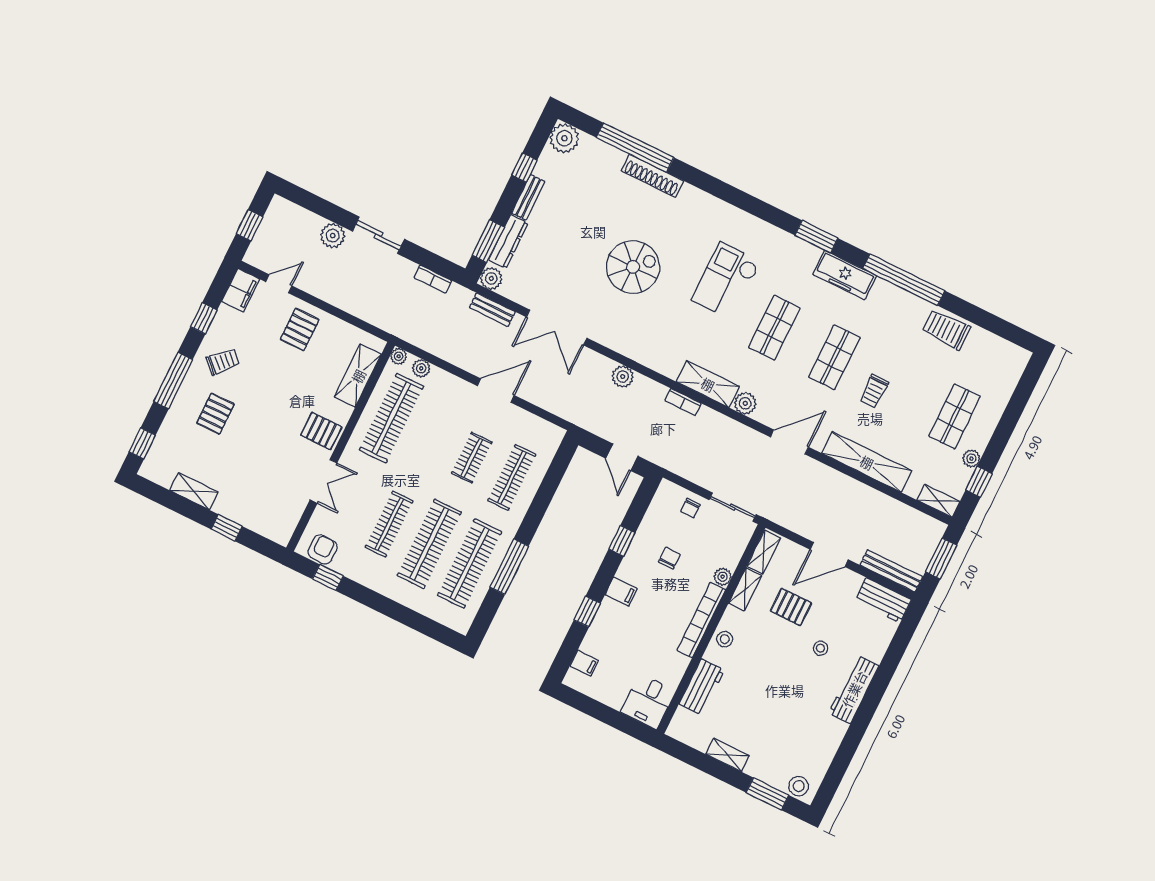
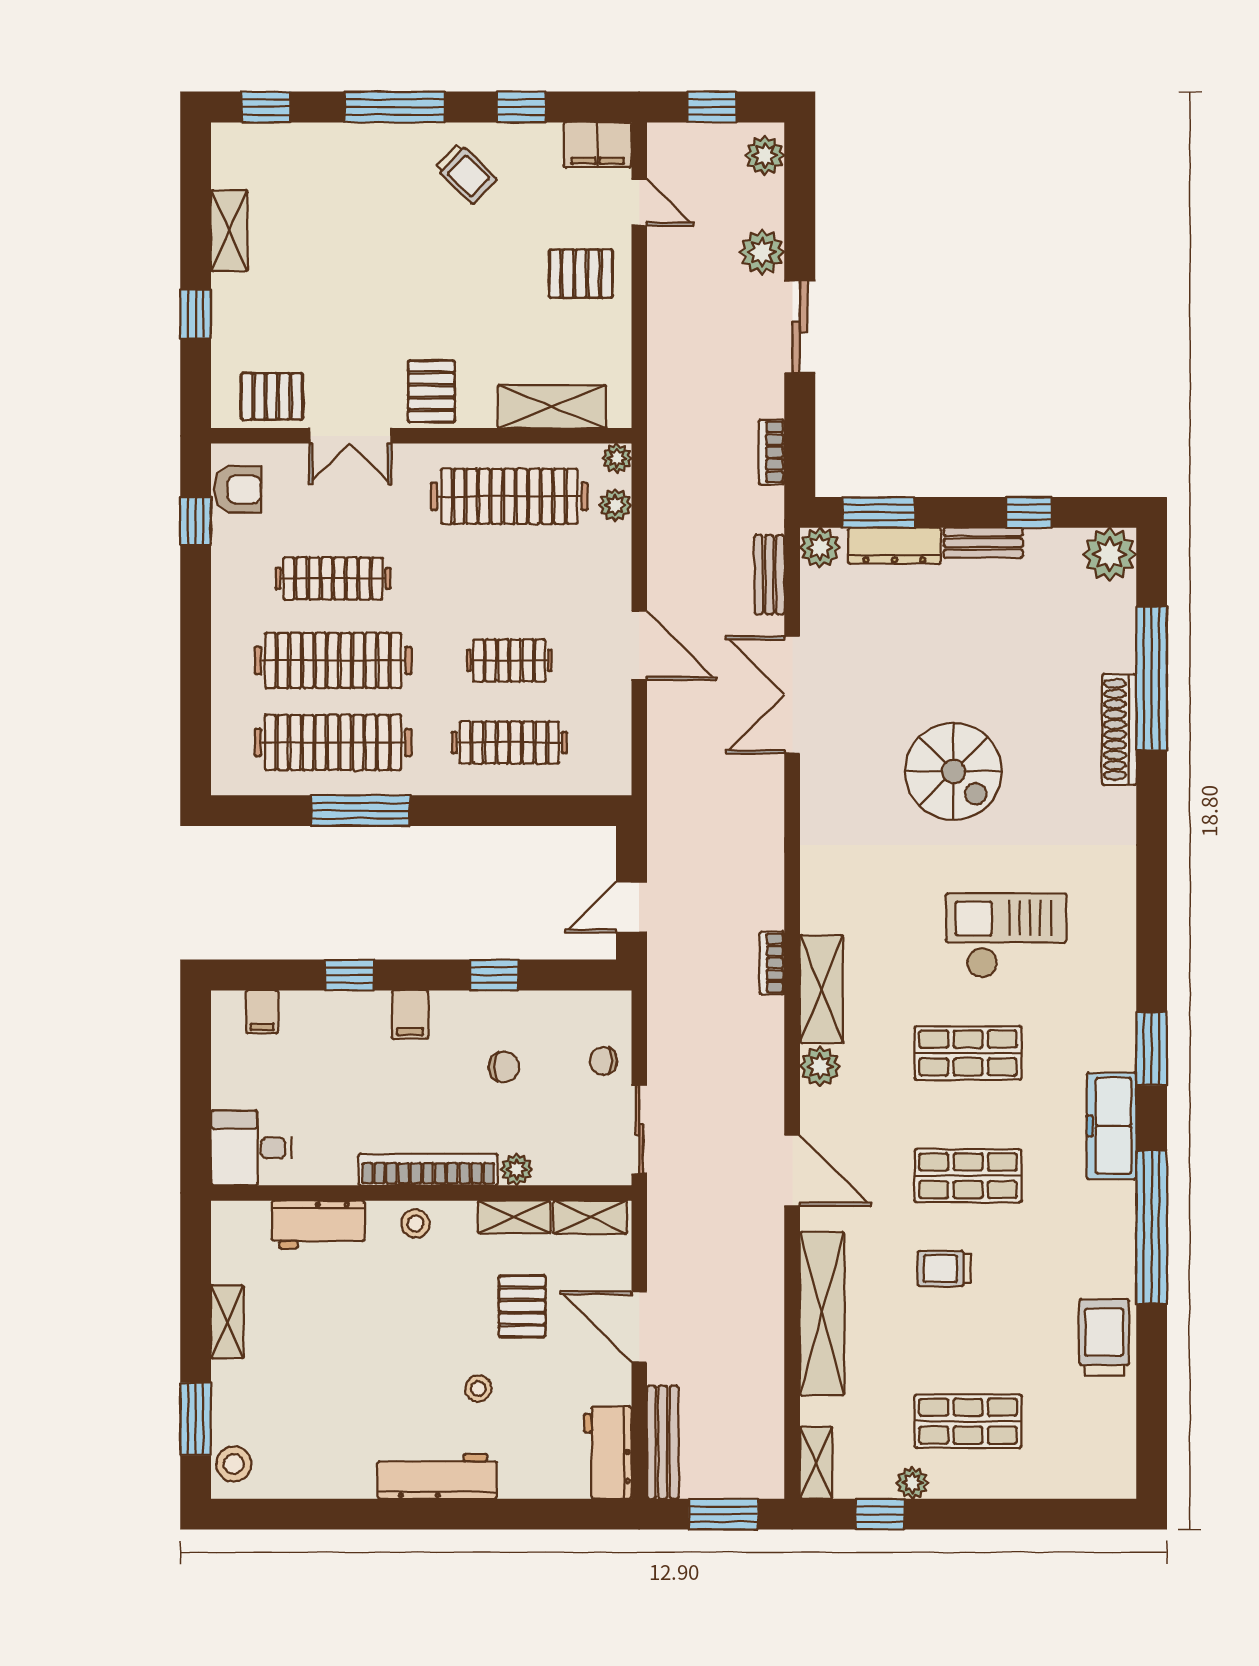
plant: (623, 377) -> (765, 155), moved
pallet: (215, 414) -> (272, 396), moved

